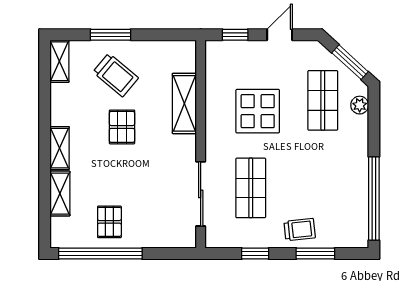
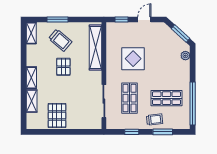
shop shelf: (323, 100) -> (166, 98), moved, turned 90
shelving: (184, 103) -> (95, 48), width x1.47
pallet: (109, 222) -> (57, 116), width x1.50, depth x1.42
window: (100, 254) -> (52, 132), removed

